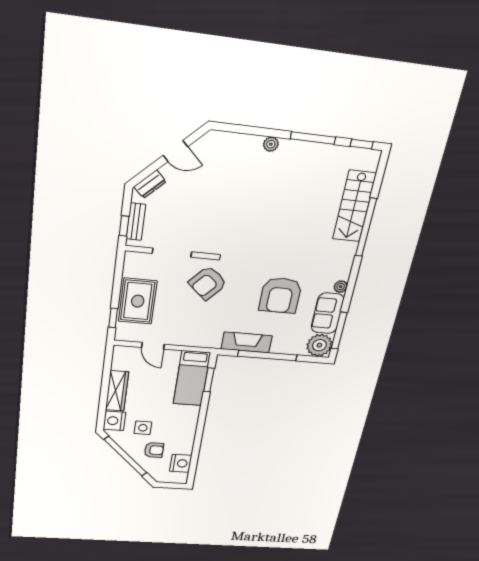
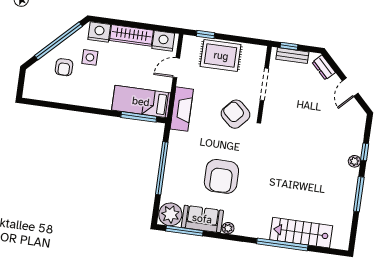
window: (362, 144) -> (365, 152), moved
armchair: (280, 295) -> (221, 176), turned -90
fireplace: (247, 342) -> (182, 109), moved
window: (209, 380) -> (139, 117), width x1.44
nightstand: (181, 463) -> (163, 41), moved, turned 180

